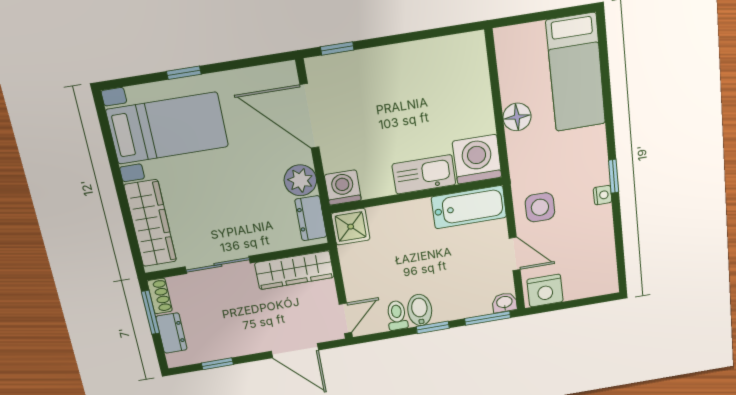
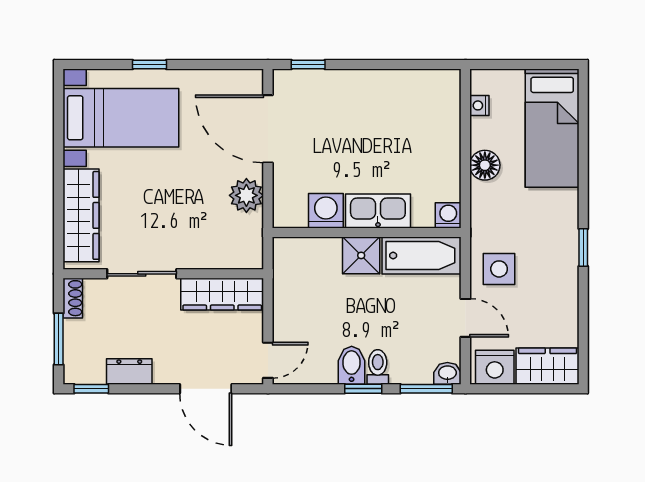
washing machine: (477, 159) -> (448, 215), width x0.53, depth x0.53
washing machine: (343, 187) -> (326, 211), moved
nightstand: (603, 195) -> (479, 105), moved, turned 180
dresser: (311, 218) -> (250, 239), removed
shower: (351, 227) -> (361, 255), moved
wardrobe: (591, 282) -> (548, 366), added
window: (150, 312) -> (59, 339), moved
toilet: (397, 315) -> (378, 367), moved
dresser: (172, 333) -> (129, 372), moved, turned -90
window: (217, 364) -> (91, 389), moved

